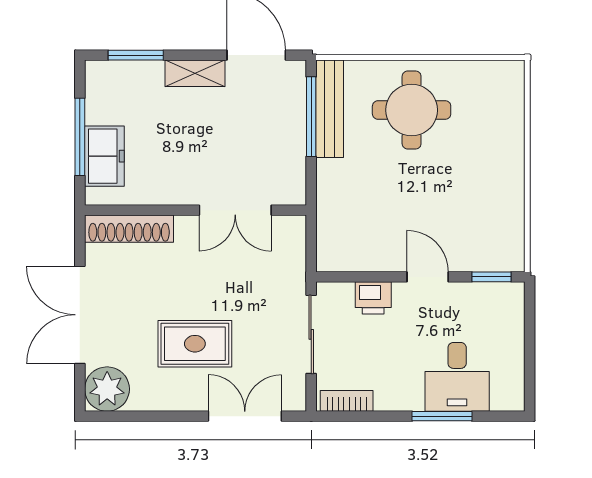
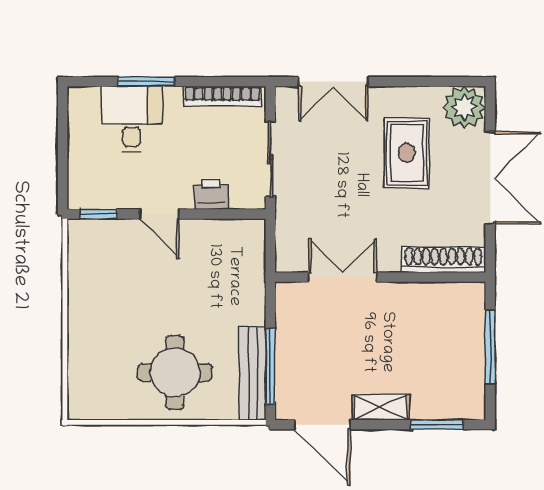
freezer: (104, 156) -> (467, 329), removed
rug: (195, 344) -> (407, 153), moved, turned 90
bookcase: (347, 401) -> (223, 96), width x1.56

